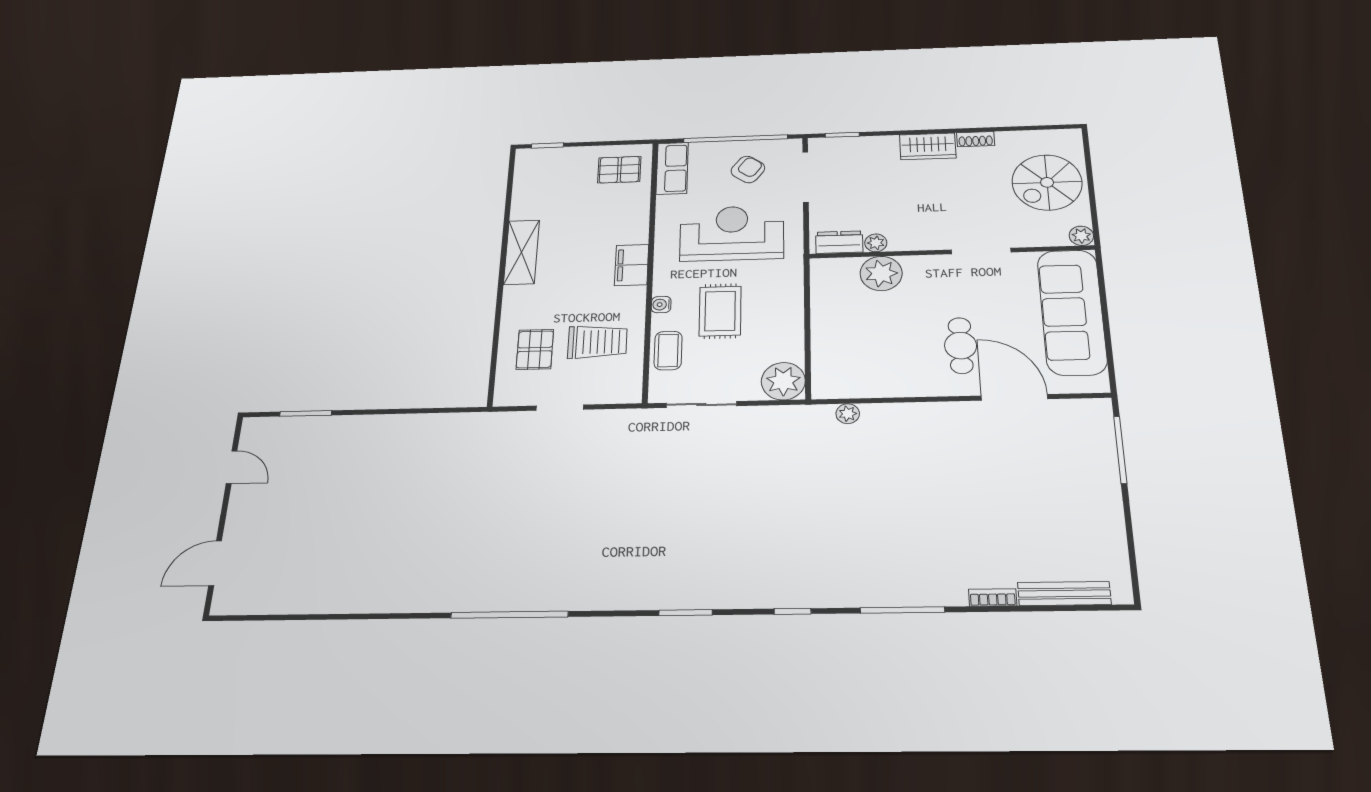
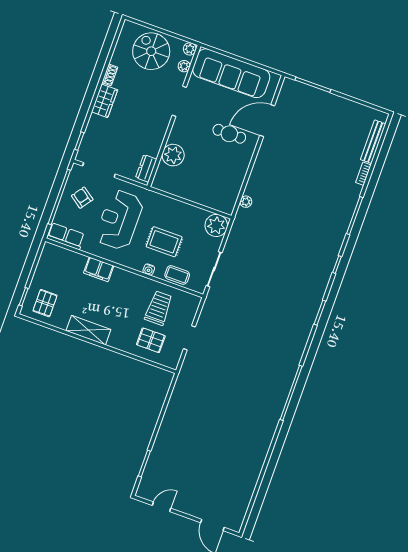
pallet: (619, 170) -> (45, 303), moved
spiral stairs: (1047, 182) -> (151, 51), turned 180
plant: (876, 243) -> (184, 66), moved
filing cabinet: (632, 265) -> (99, 269), moved

